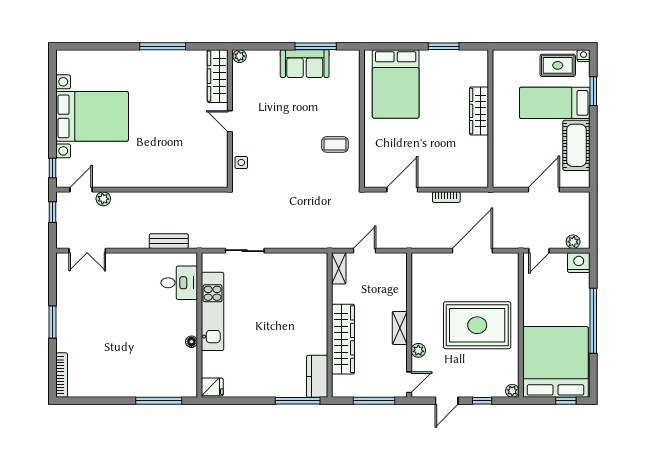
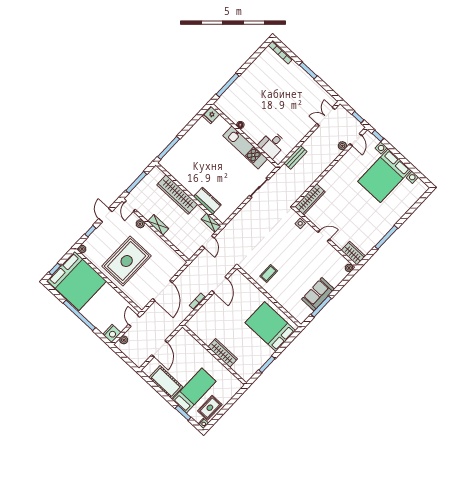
wardrobe: (218, 76) -> (353, 253), width x0.67
wardrobe: (202, 178) -> (310, 199), added
kitchen counter: (317, 376) -> (207, 201), moved

